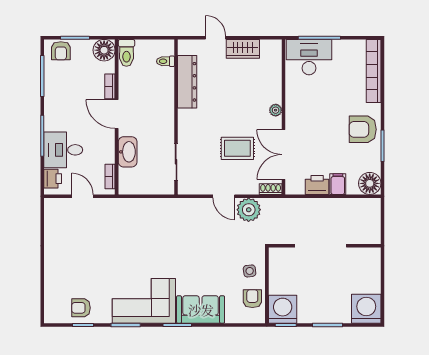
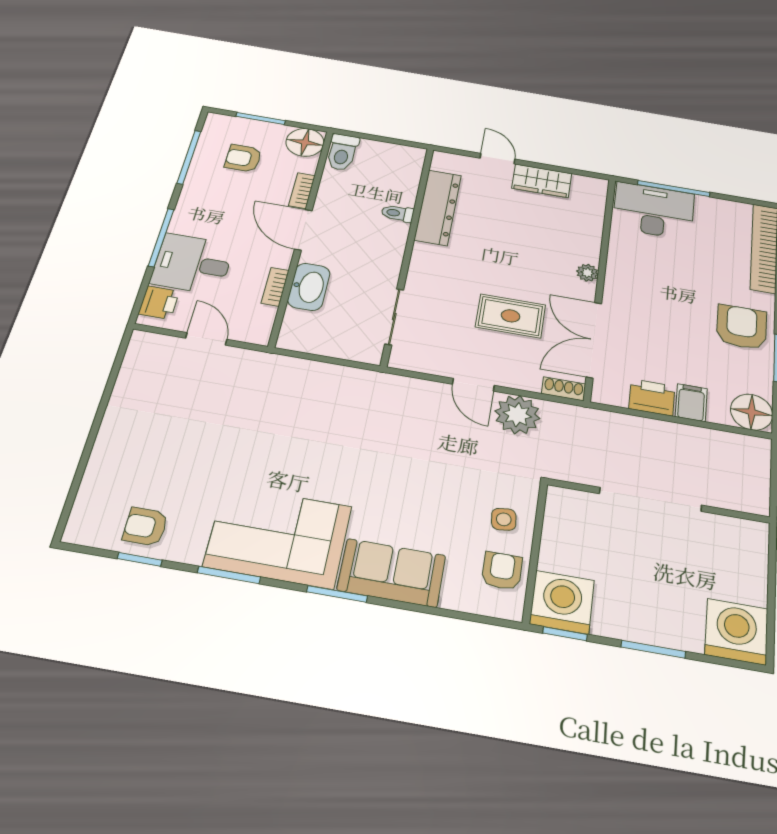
armchair: (61, 51) -> (243, 158), moved, turned 90
toilet: (166, 61) -> (398, 213), moved
armchair: (363, 129) -> (742, 327), turned 90
bookcase: (110, 176) -> (275, 287), moved

